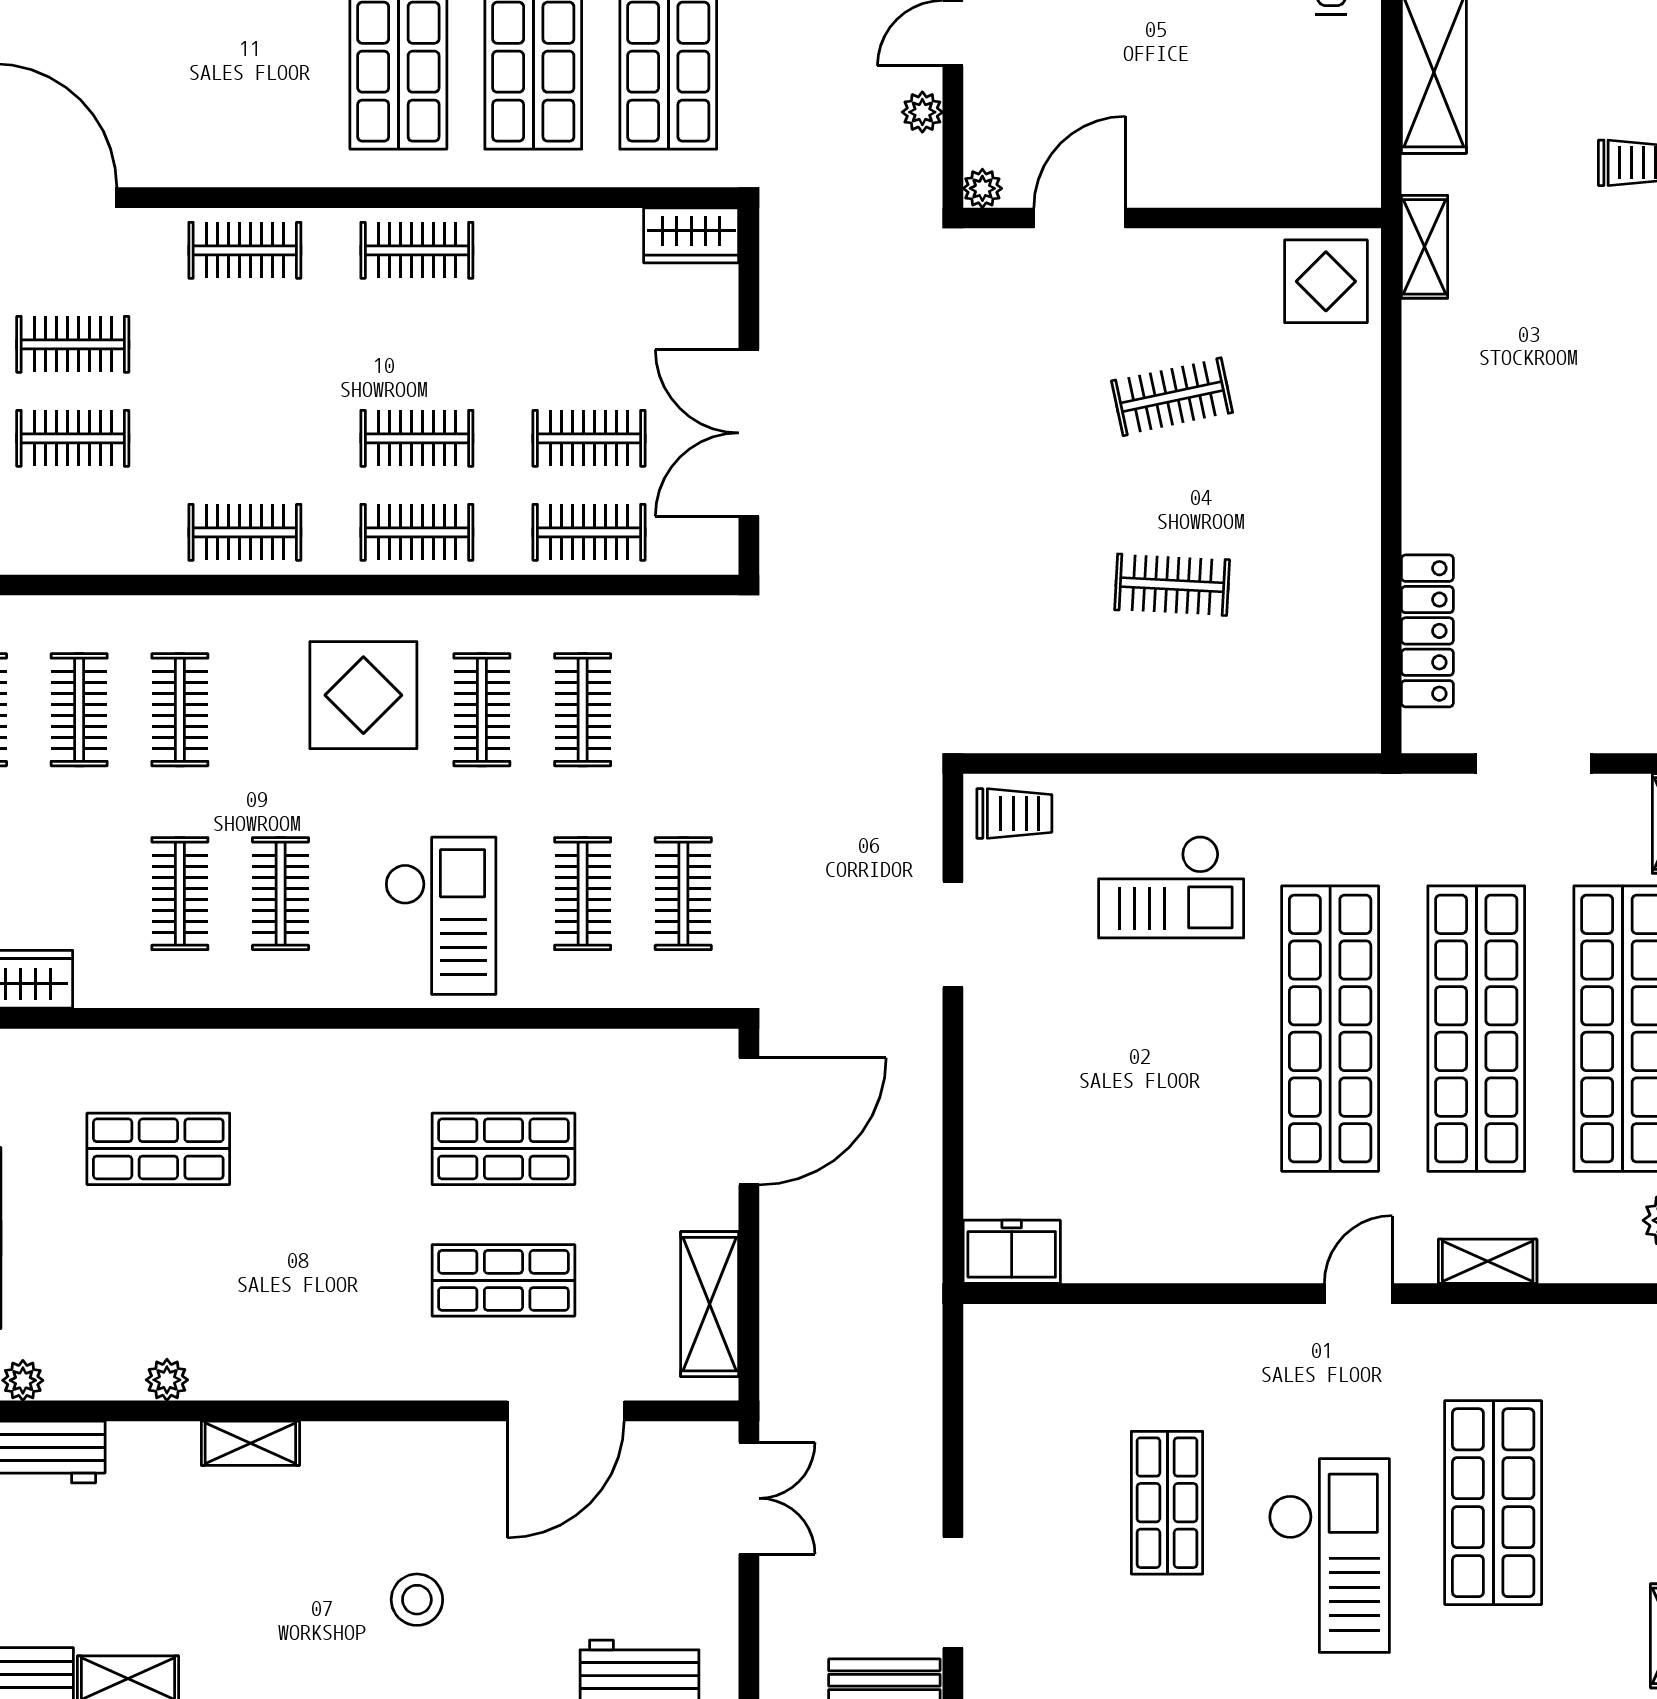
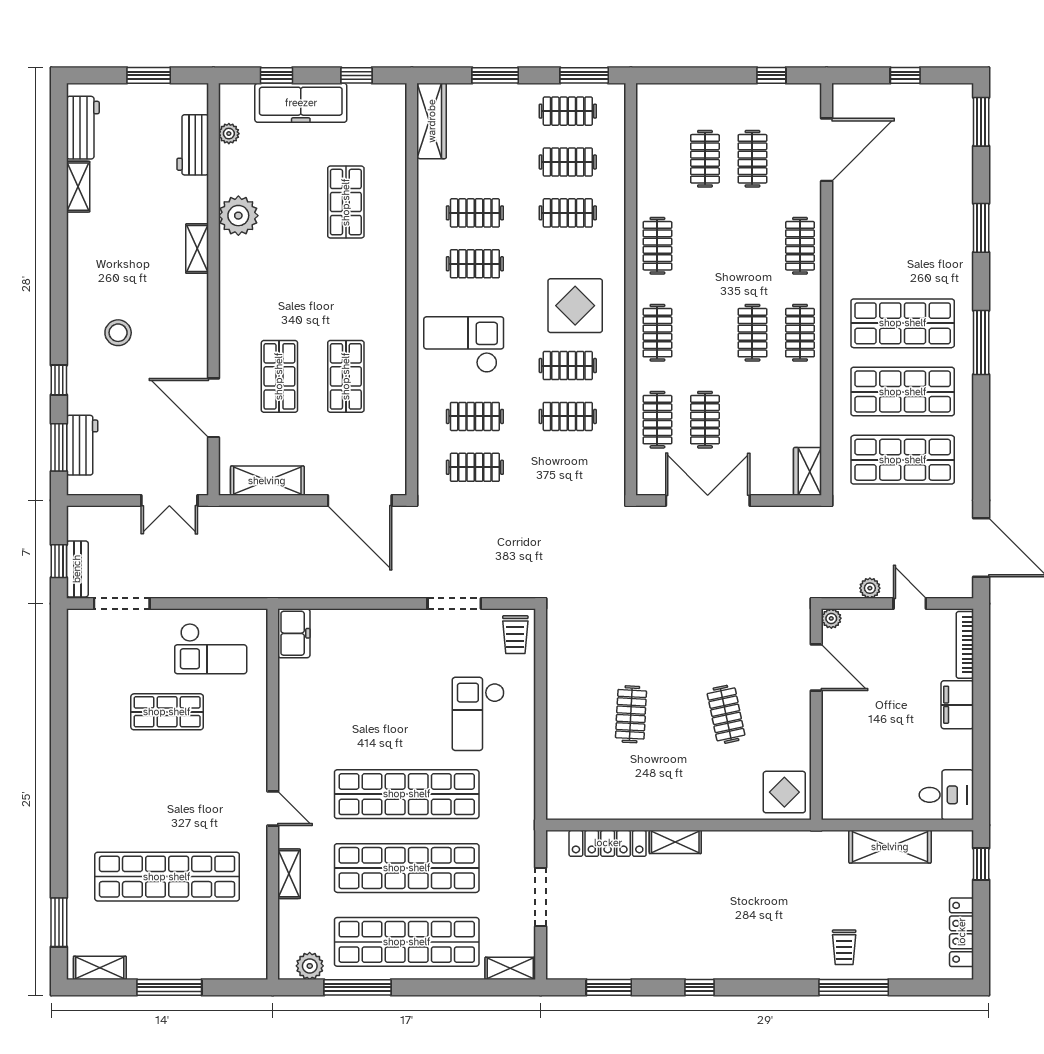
shelving: (1425, 247) -> (675, 842), moved
clothes rail: (417, 438) -> (752, 333), moved
checkout: (440, 916) -> (464, 345), turned 180
plant: (167, 1380) -> (238, 216), width x1.87, depth x1.87
shop shelf: (1493, 1503) -> (167, 877), width x1.40
checkout: (1329, 1556) -> (211, 649), moved, width x0.73, depth x0.83

